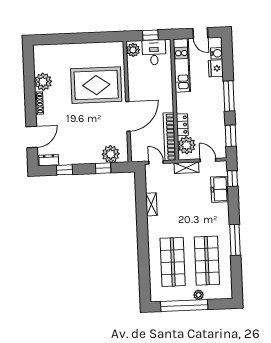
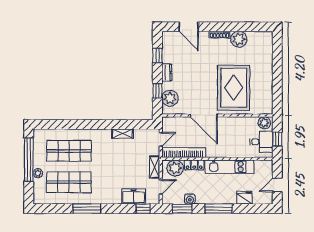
water cooler: (217, 53) -> (190, 199), moved
kitchen unit: (182, 65) -> (229, 167), moved
dresser: (49, 160) -> (167, 72), moved

